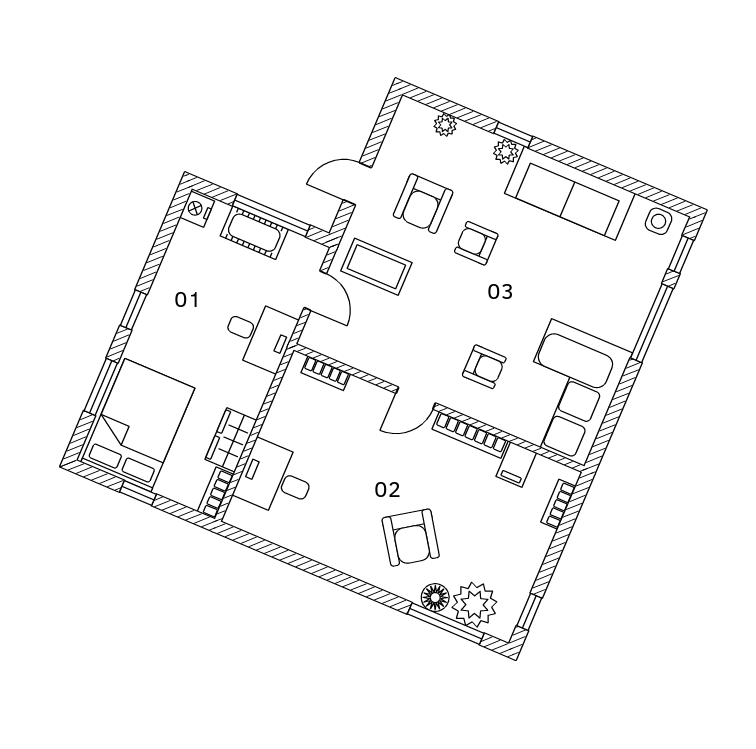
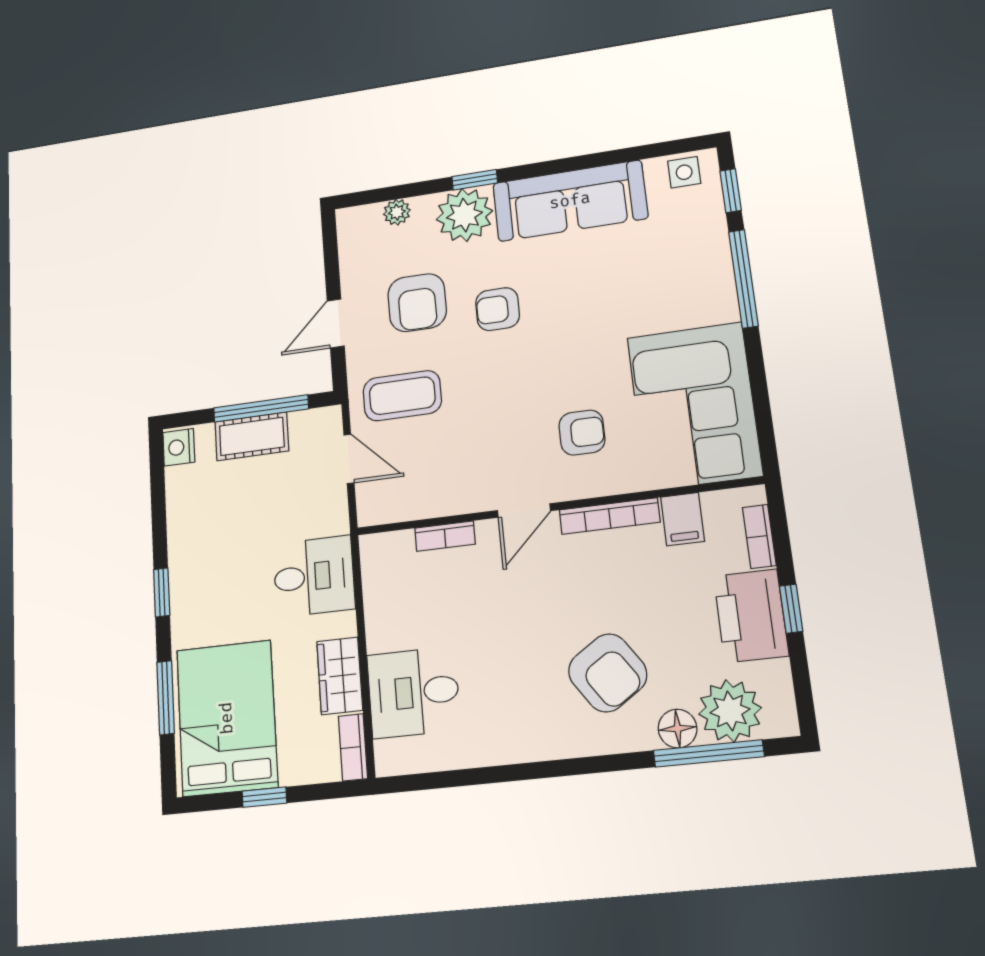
plant: (506, 152) -> (464, 215), width x1.87, depth x1.87
desk: (259, 335) -> (314, 576), moved
bookcase: (326, 373) -> (445, 536), moved
printer: (523, 552) -> (751, 616), added
window: (529, 612) -> (791, 609), moved

